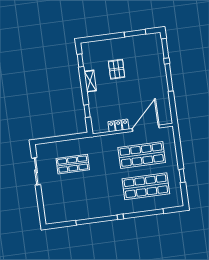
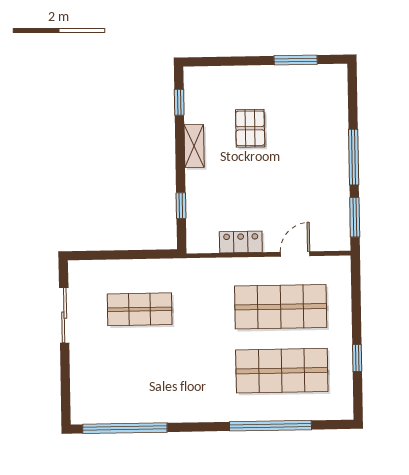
window: (165, 48) -> (355, 217), moved
door: (146, 128) -> (295, 254), width x0.53
window: (97, 220) -> (125, 428), moved

